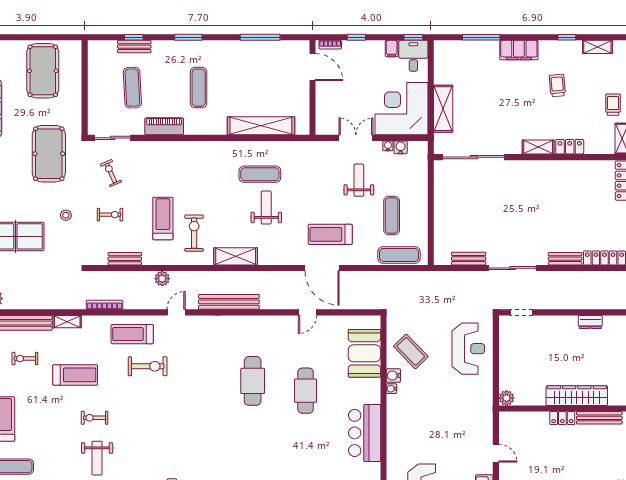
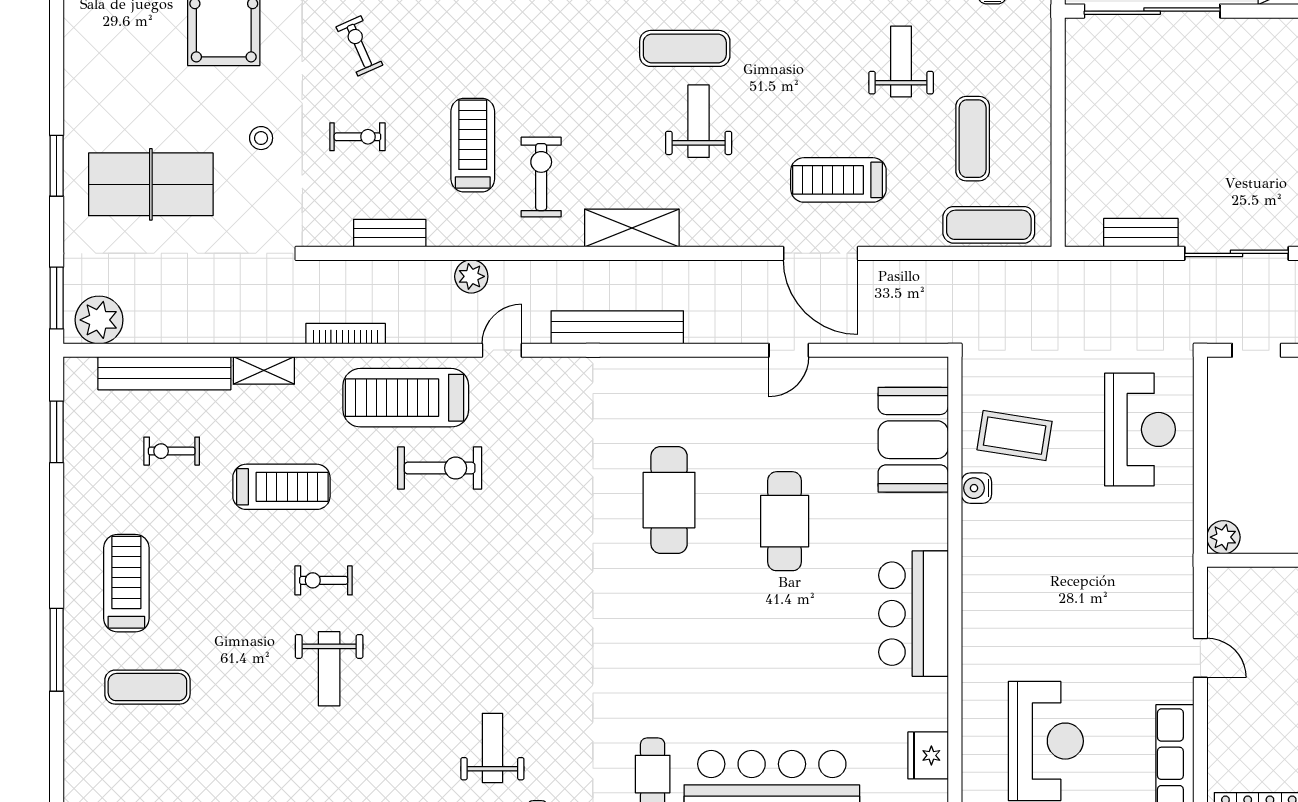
treadmill: (132, 334) -> (406, 398), width x1.37, depth x1.38
coffee table: (411, 351) -> (1015, 436), turned -37
water cooler: (391, 389) -> (972, 517), removed

